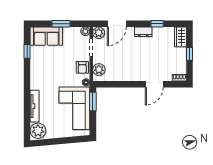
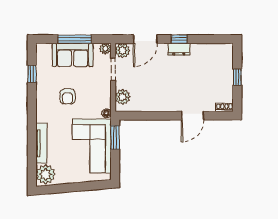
window: (61, 24) -> (75, 39), width x1.44
window: (157, 24) -> (179, 39), moved
sofa: (46, 36) -> (73, 55), moved
wardrobe: (181, 37) -> (226, 56), removed
armchair: (82, 67) -> (68, 96), moved

